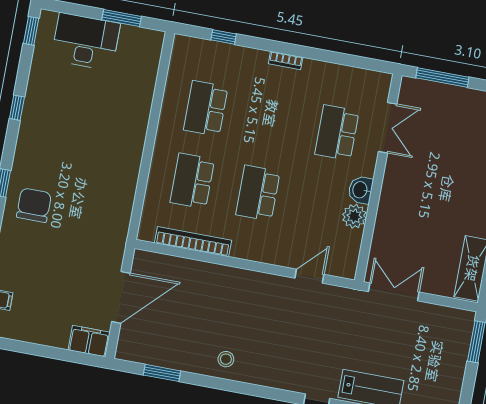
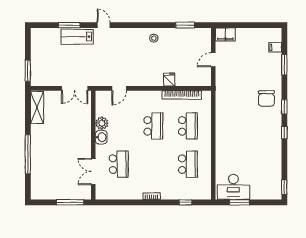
desk: (86, 42) -> (233, 187), moved
window: (17, 108) -> (284, 133), moved
fridge: (211, 275) -> (169, 80), added
door: (121, 297) -> (213, 60), width x0.53

